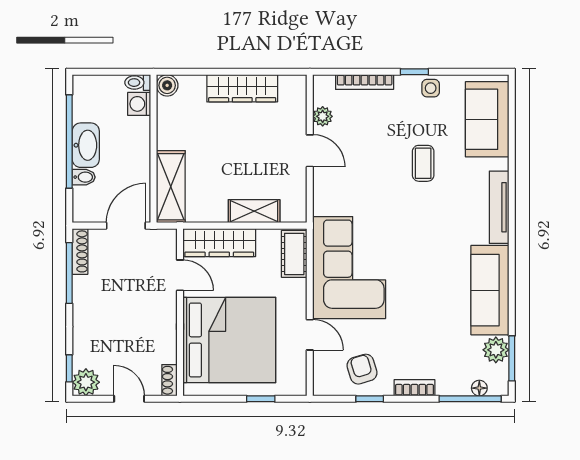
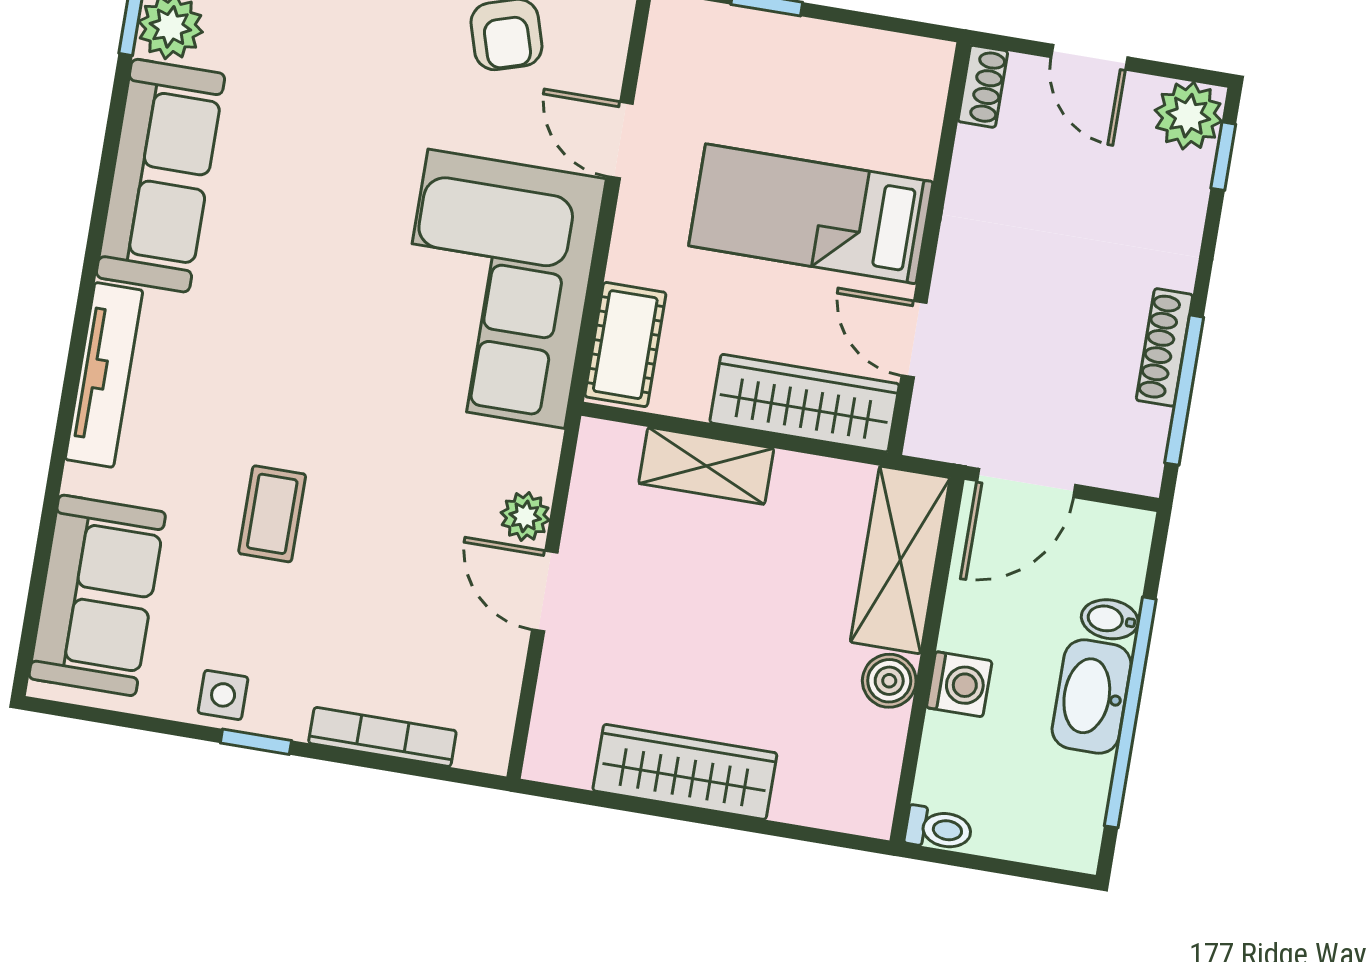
boiler: (167, 85) -> (889, 681), moved
washing machine: (139, 104) -> (959, 684), moved
plant: (323, 116) -> (525, 516), moved
shoe rack: (80, 251) -> (1164, 347), moved
bed: (229, 340) -> (811, 214), width x0.49

